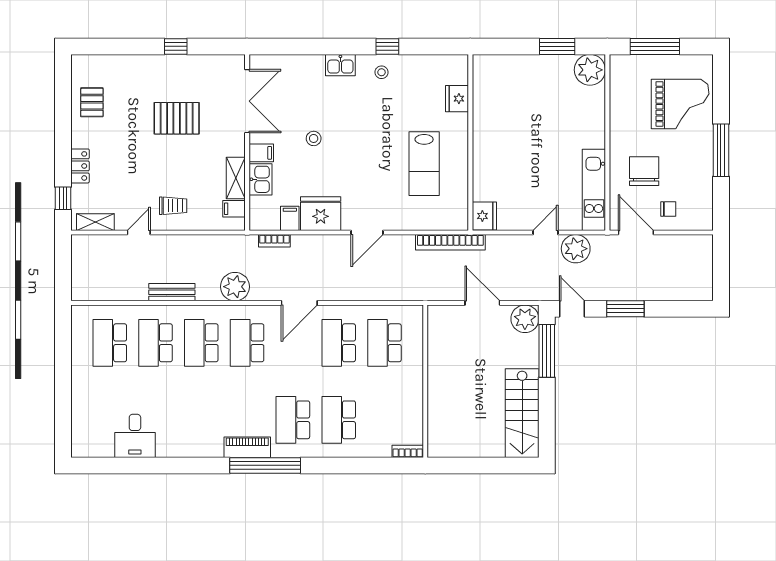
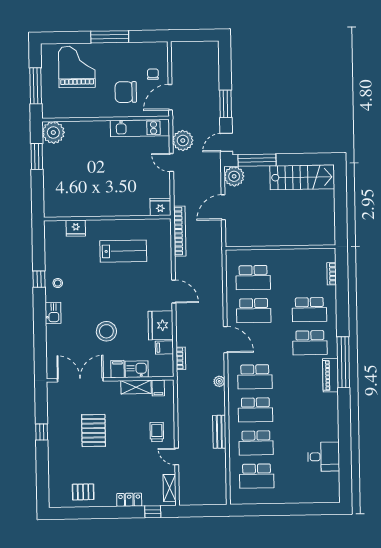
stool: (314, 138) -> (106, 331), width x1.89, depth x1.89
plant: (235, 287) -> (219, 381), width x0.53, depth x0.53
bookcase: (408, 451) -> (332, 274), moved

